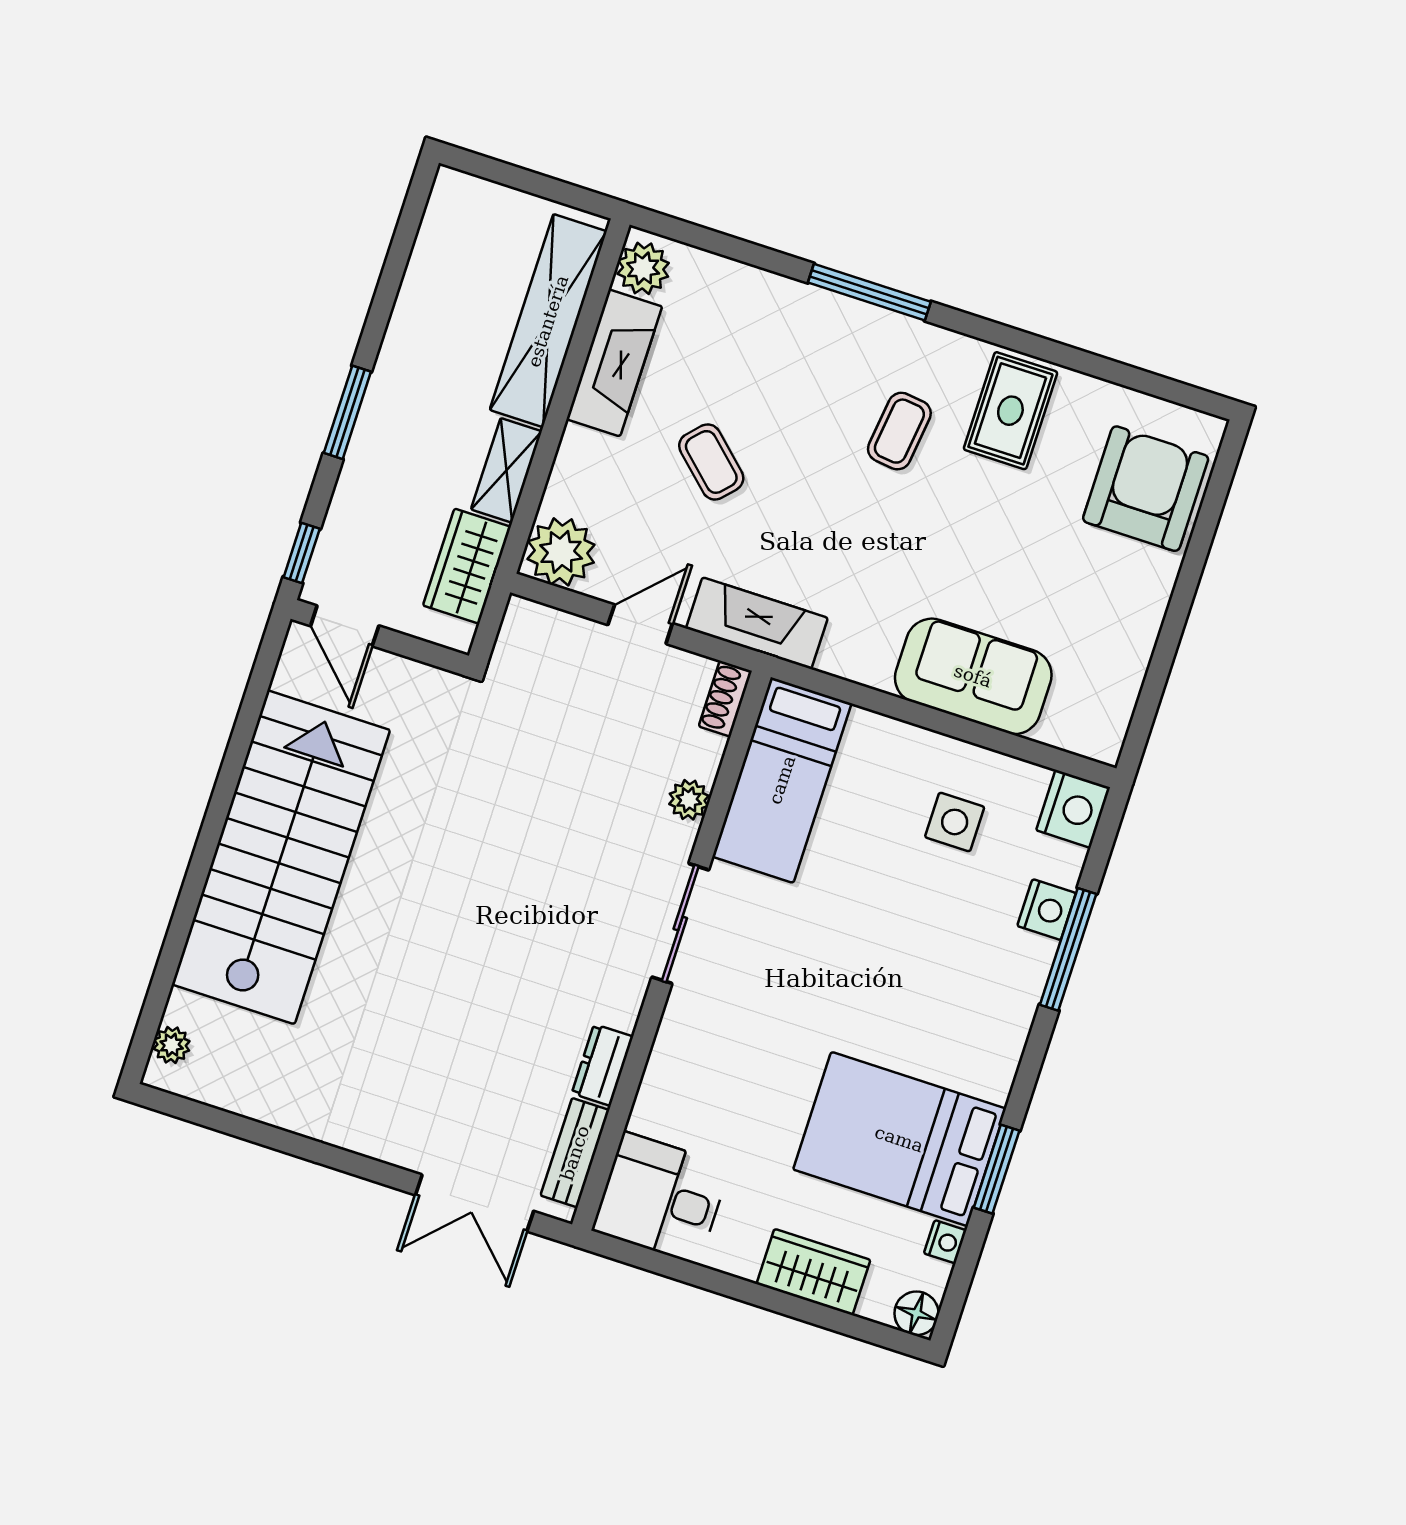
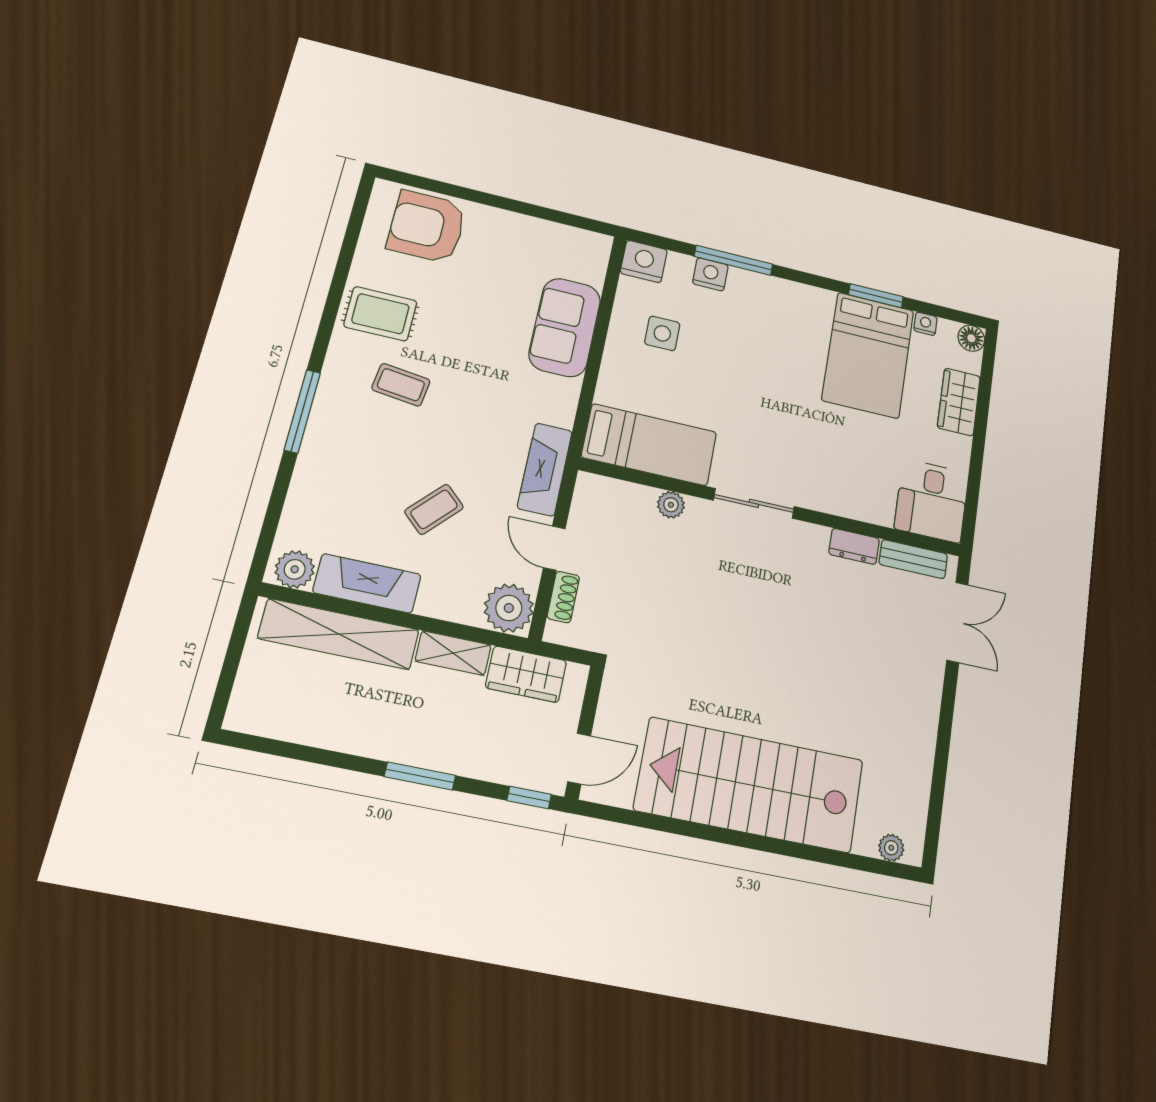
shoe rack: (725, 699) -> (563, 597), moved, turned -90

